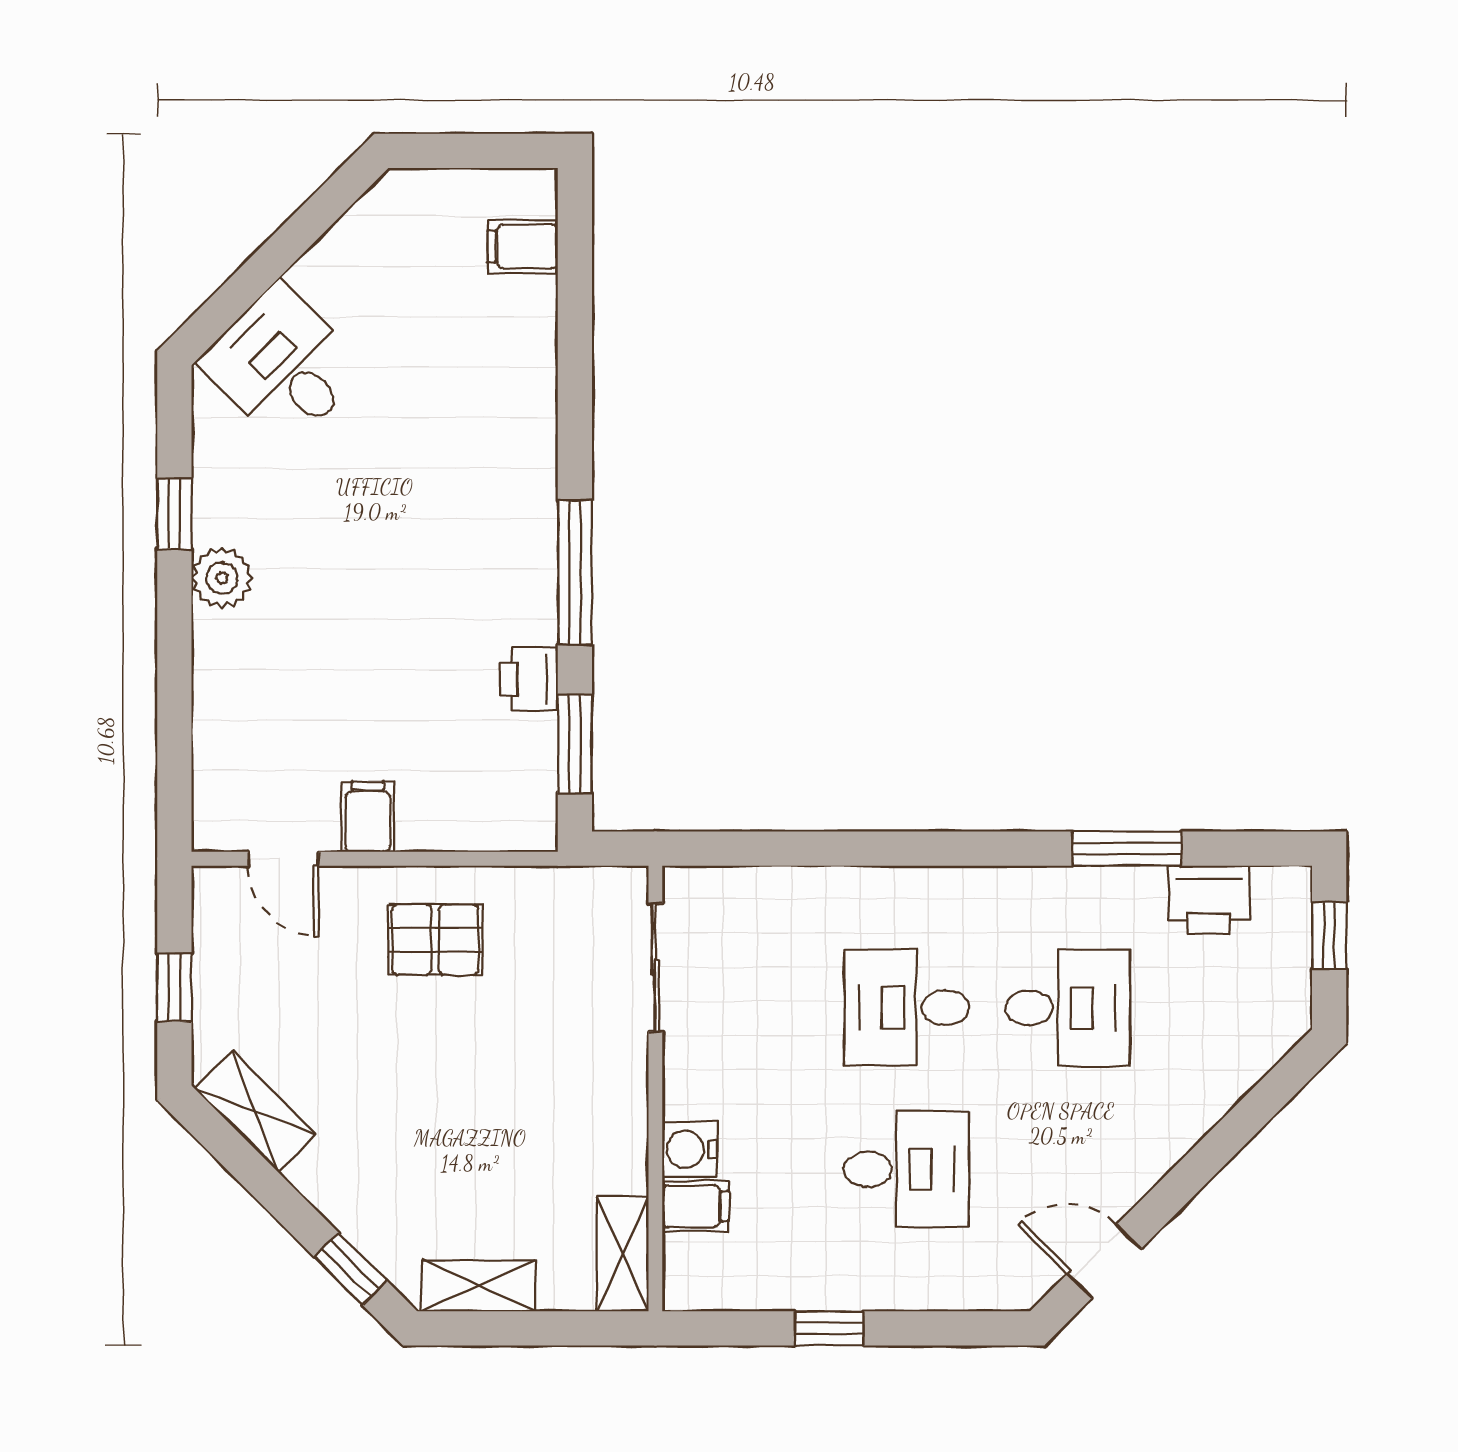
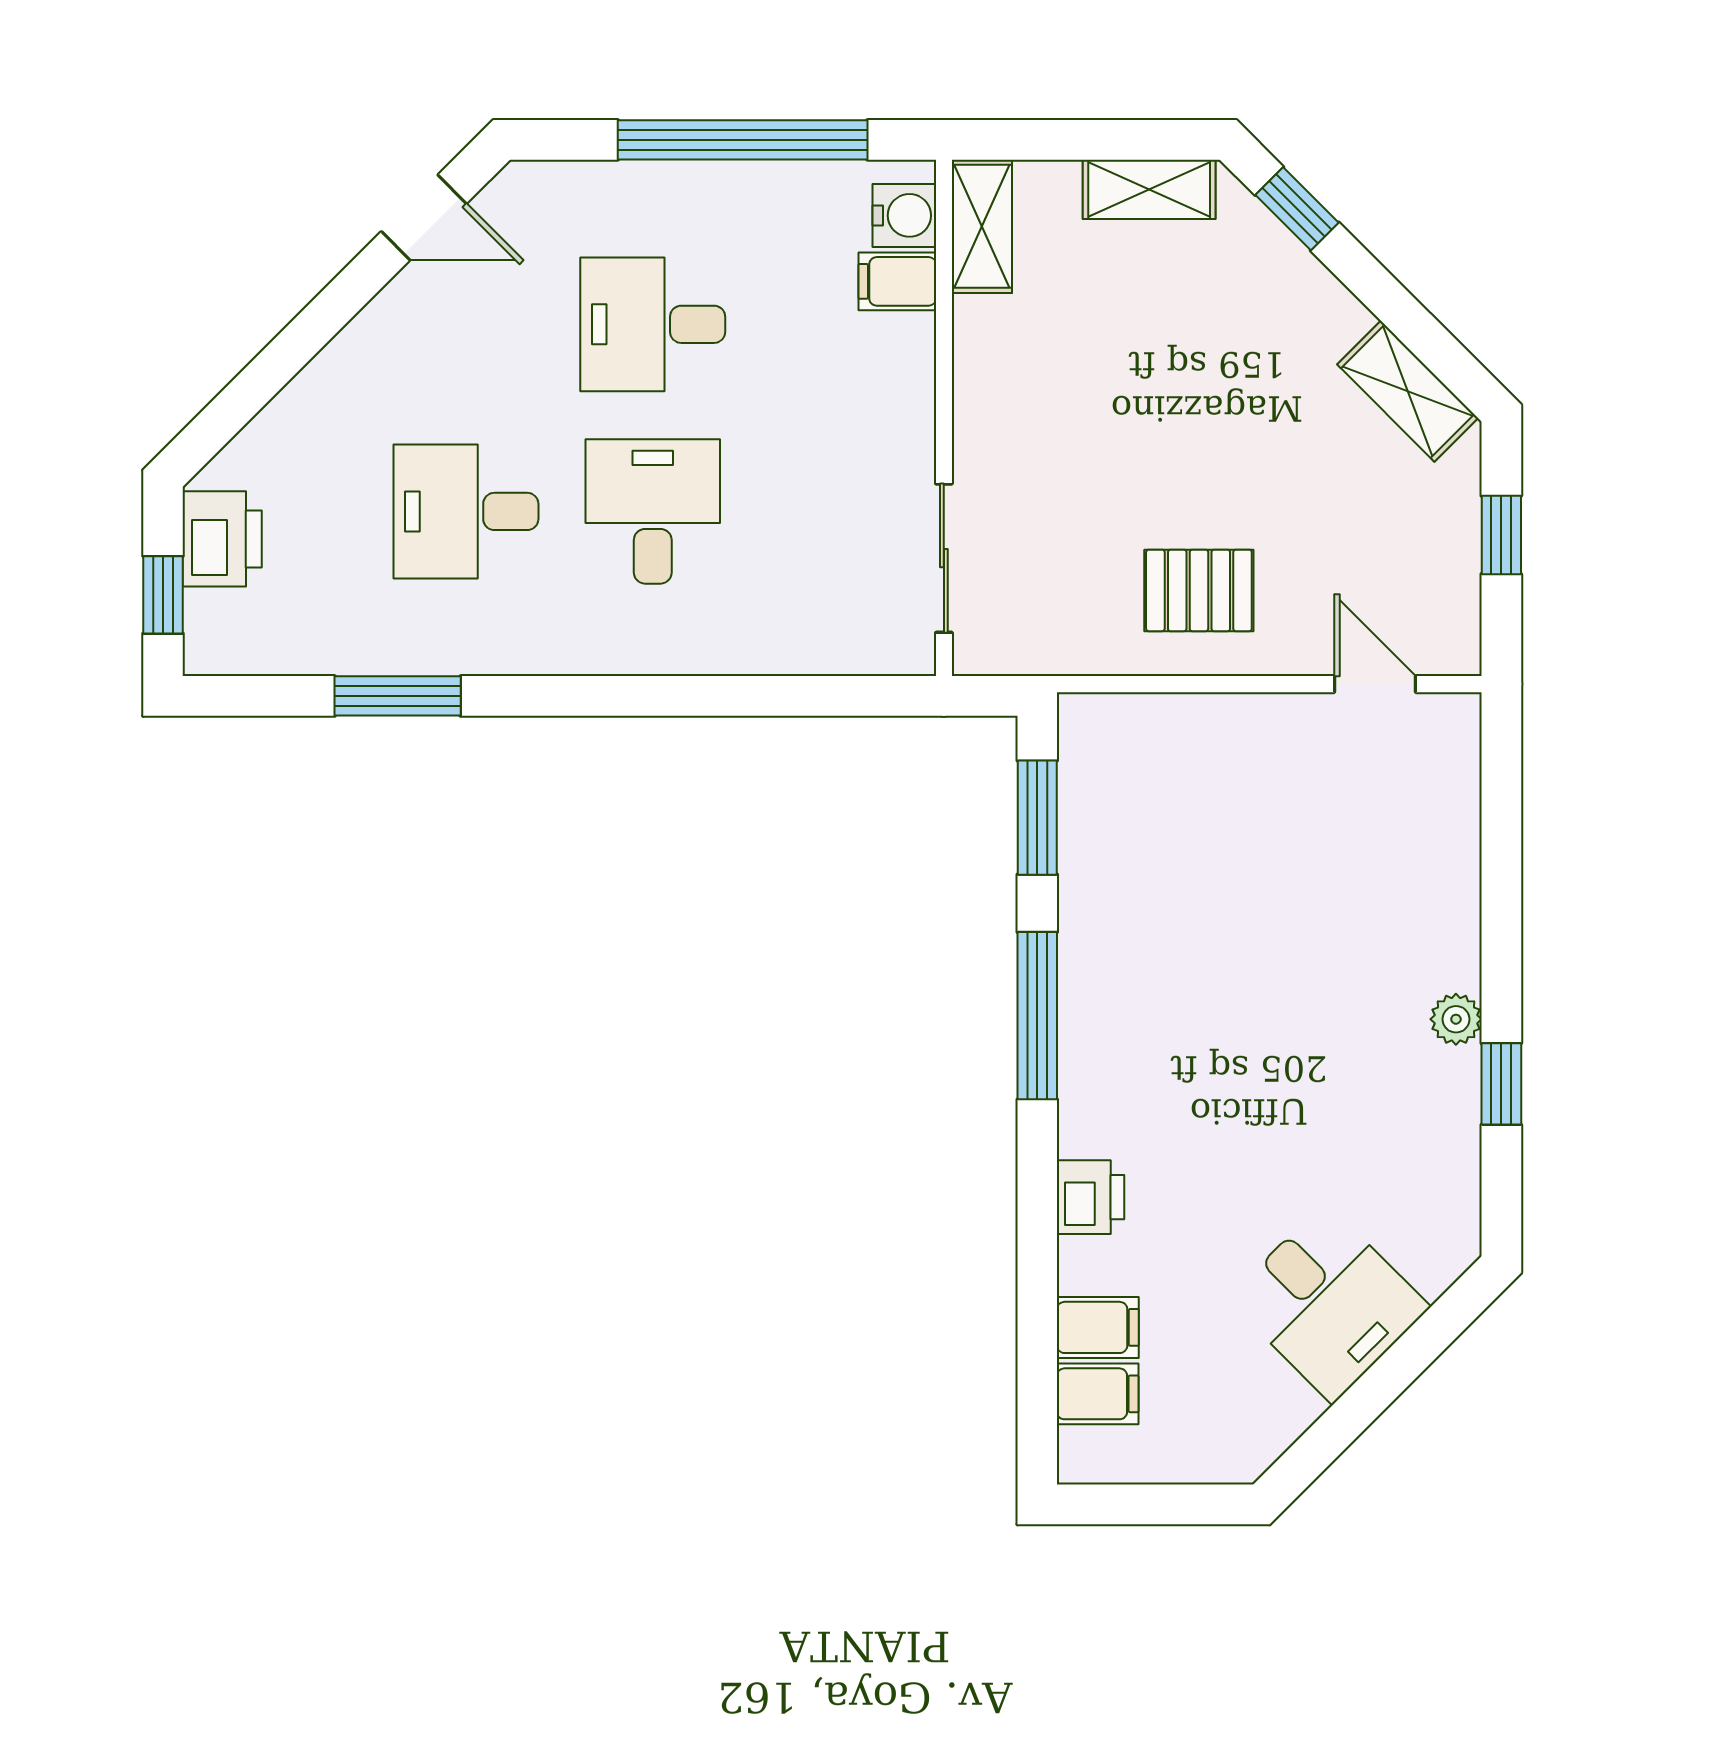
desk: (283, 366) -> (1329, 1303), moved
plant: (222, 578) -> (1456, 1019), width x0.73, depth x0.73
printer: (529, 679) -> (1091, 1197), moved
filing cabinet: (368, 817) -> (1098, 1327), moved, turned -90
printer: (1209, 900) -> (222, 539), moved, turned 90
desk: (907, 1008) -> (653, 511), turned -90
water cooler: (690, 1149) -> (904, 215), moved
window: (829, 1328) -> (743, 140), width x3.17

